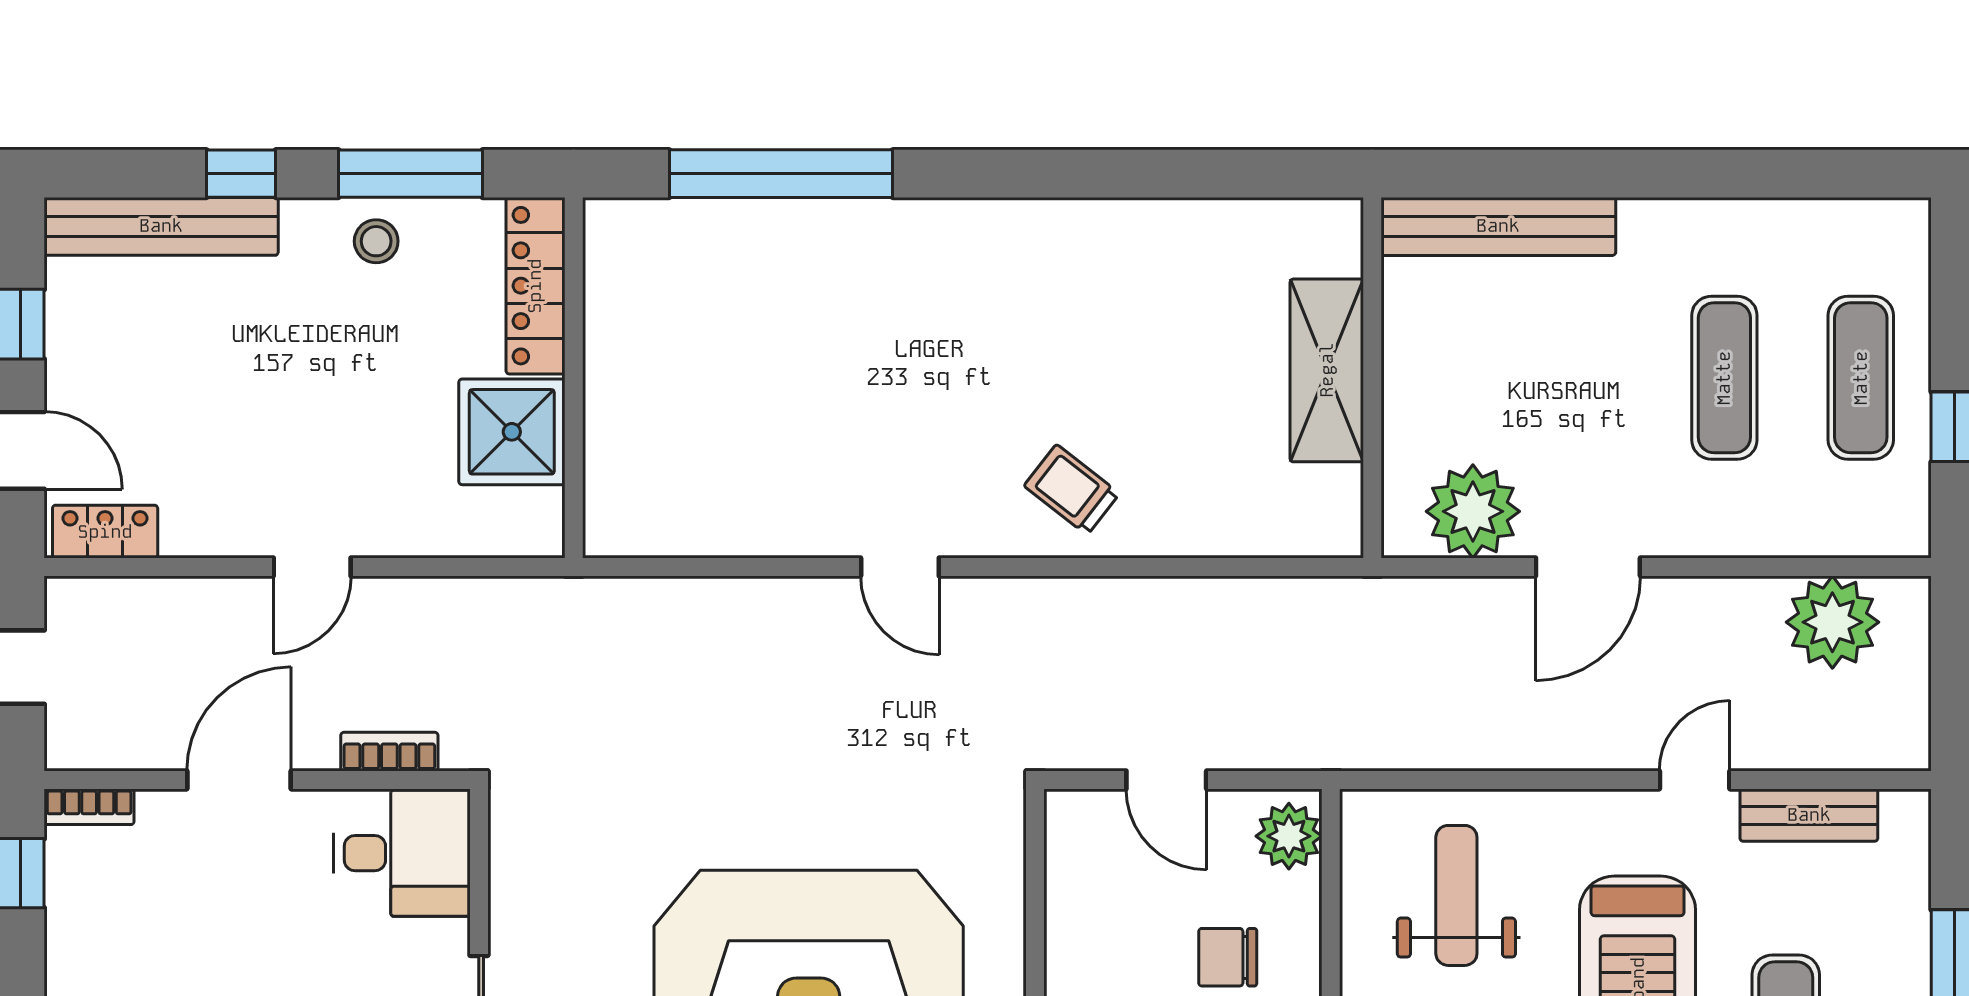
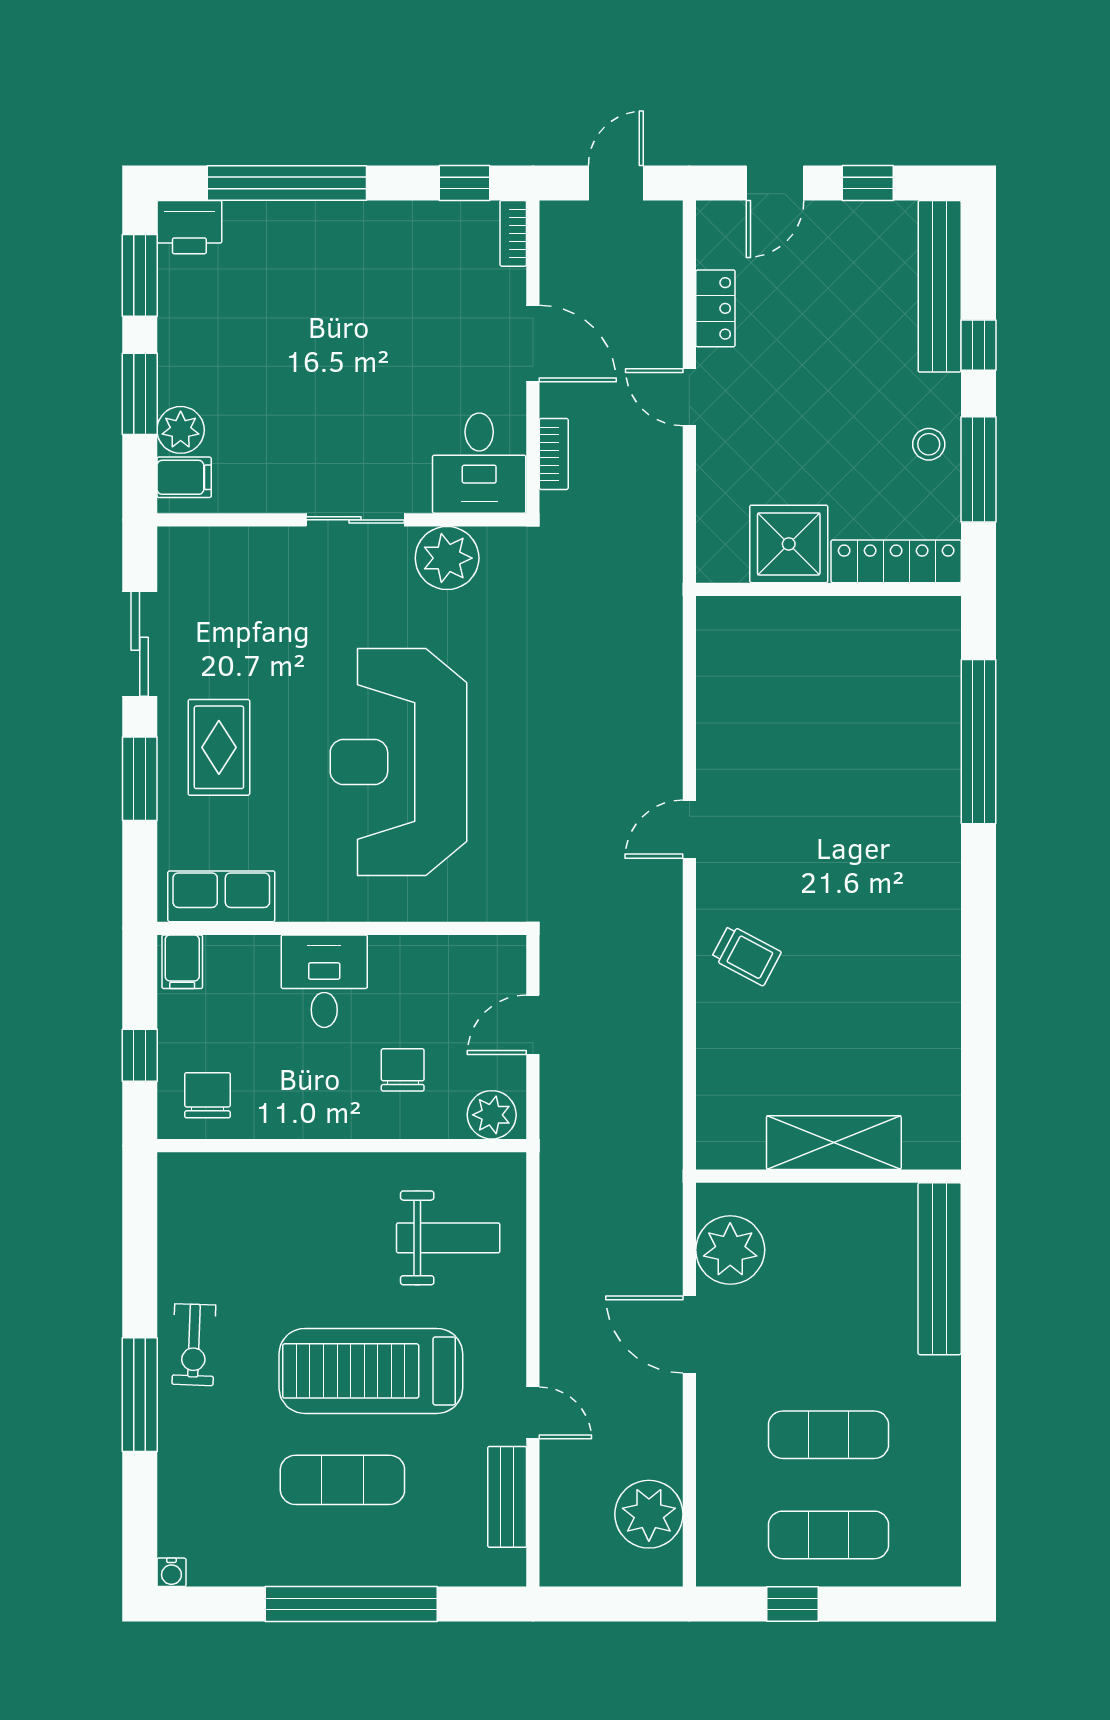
trolley: (1072, 490) -> (746, 955), turned 80
locker: (105, 532) -> (715, 308), moved
plant: (531, 897) -> (447, 558), added

